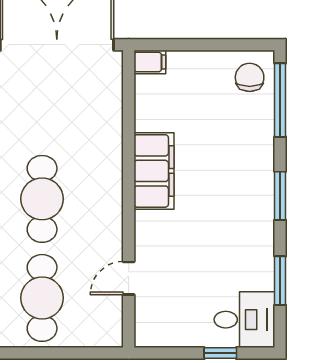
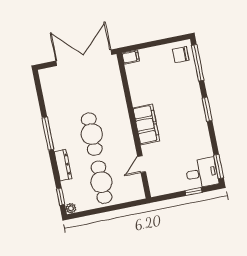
chair: (250, 77) -> (181, 55), turned -90
filing cabinet: (154, 171) -> (146, 124), moved
window: (280, 281) -> (219, 166), moved

